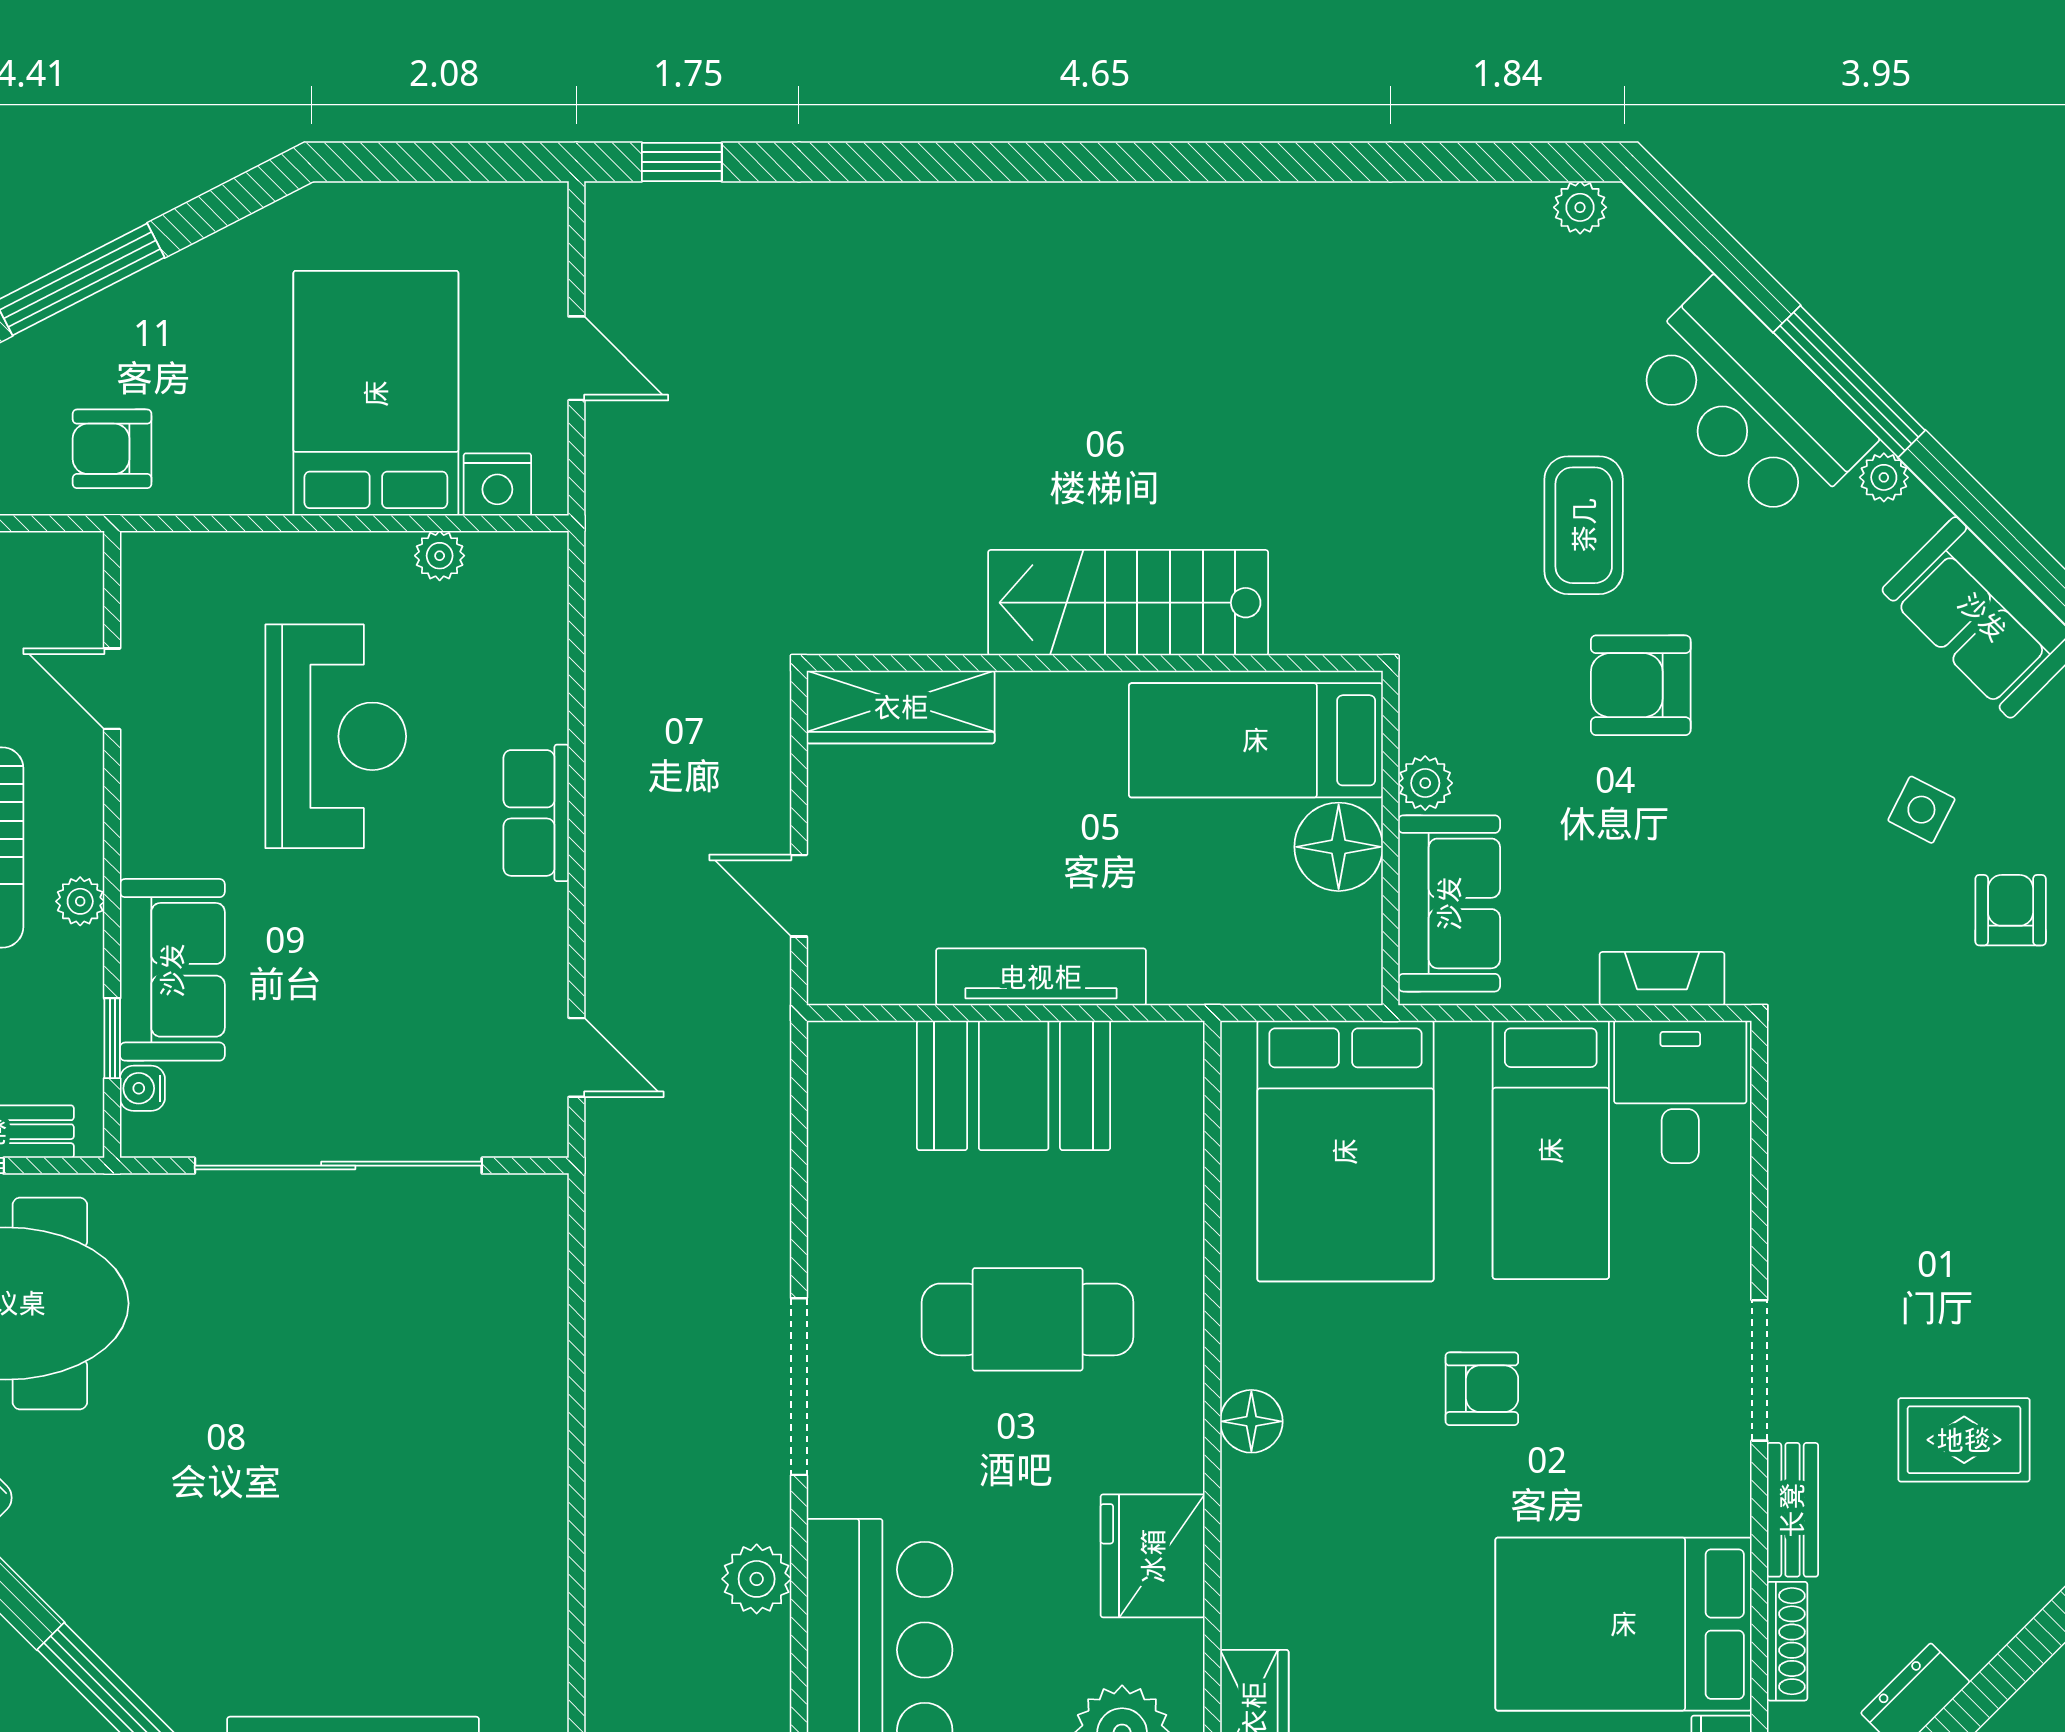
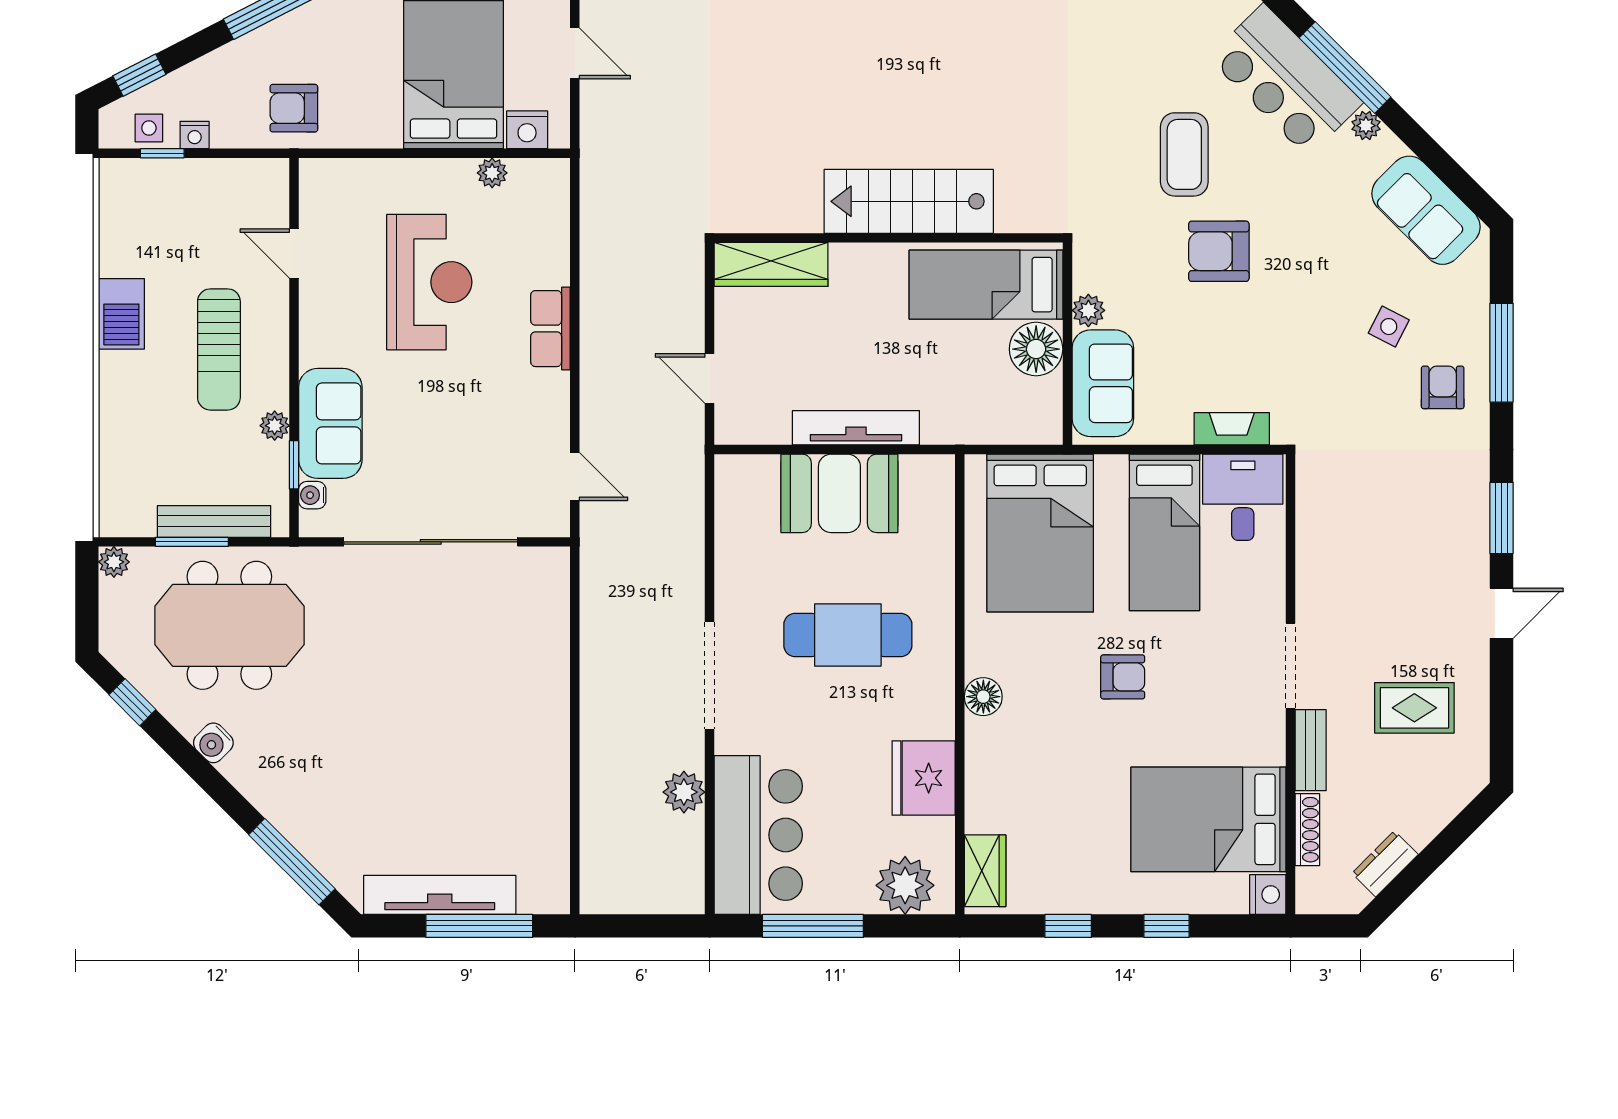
plant: (80, 901) -> (275, 426), moved

